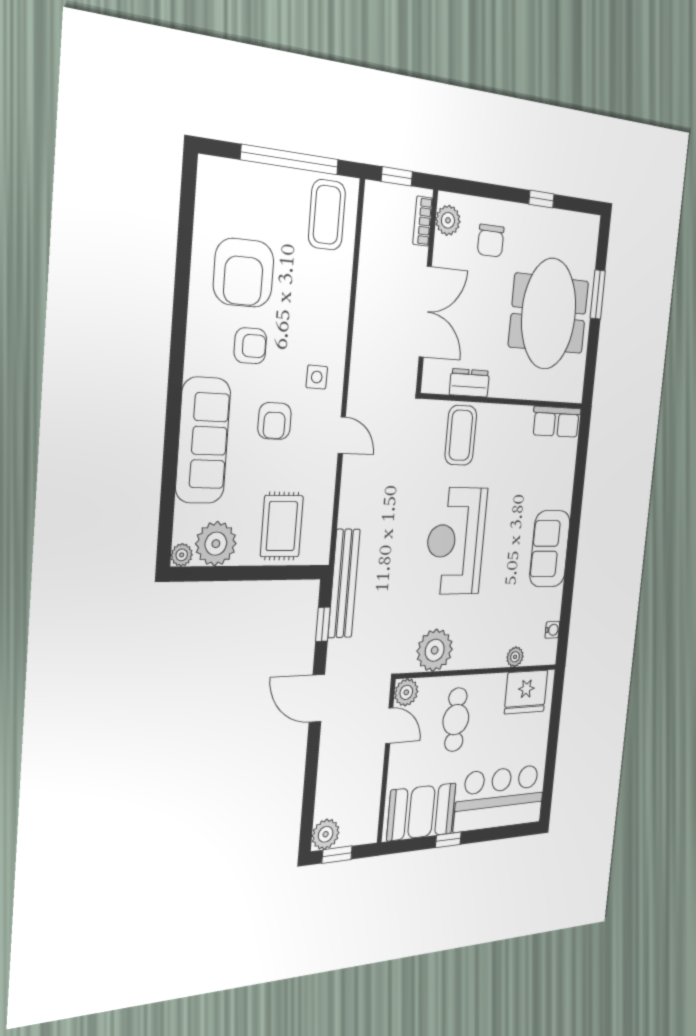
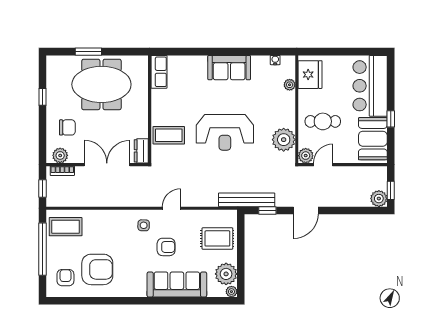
armchair: (250, 346) -> (65, 278), moved
dresser: (469, 383) -> (141, 151), moved

